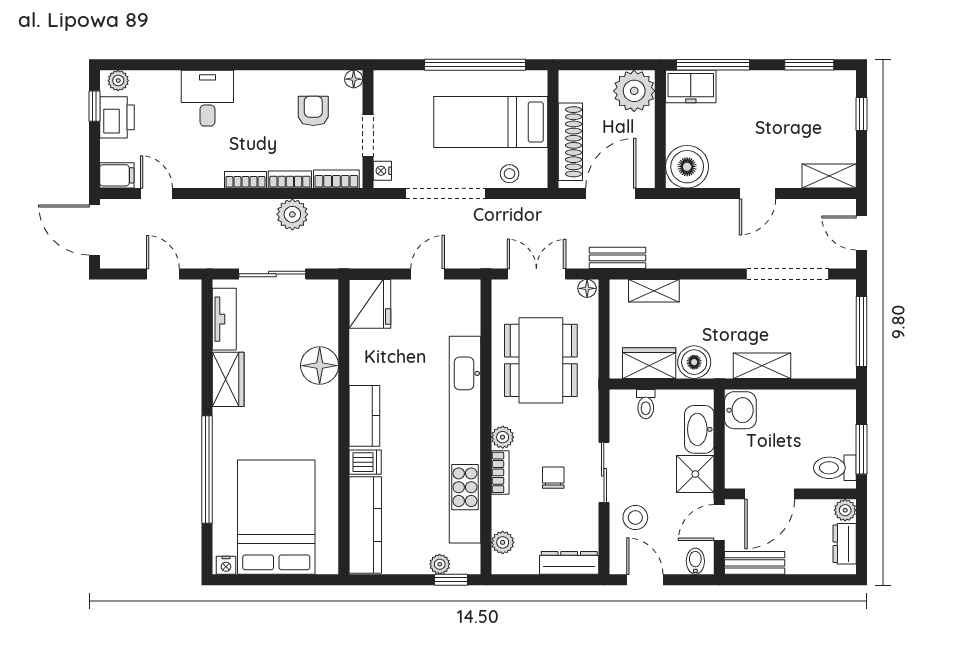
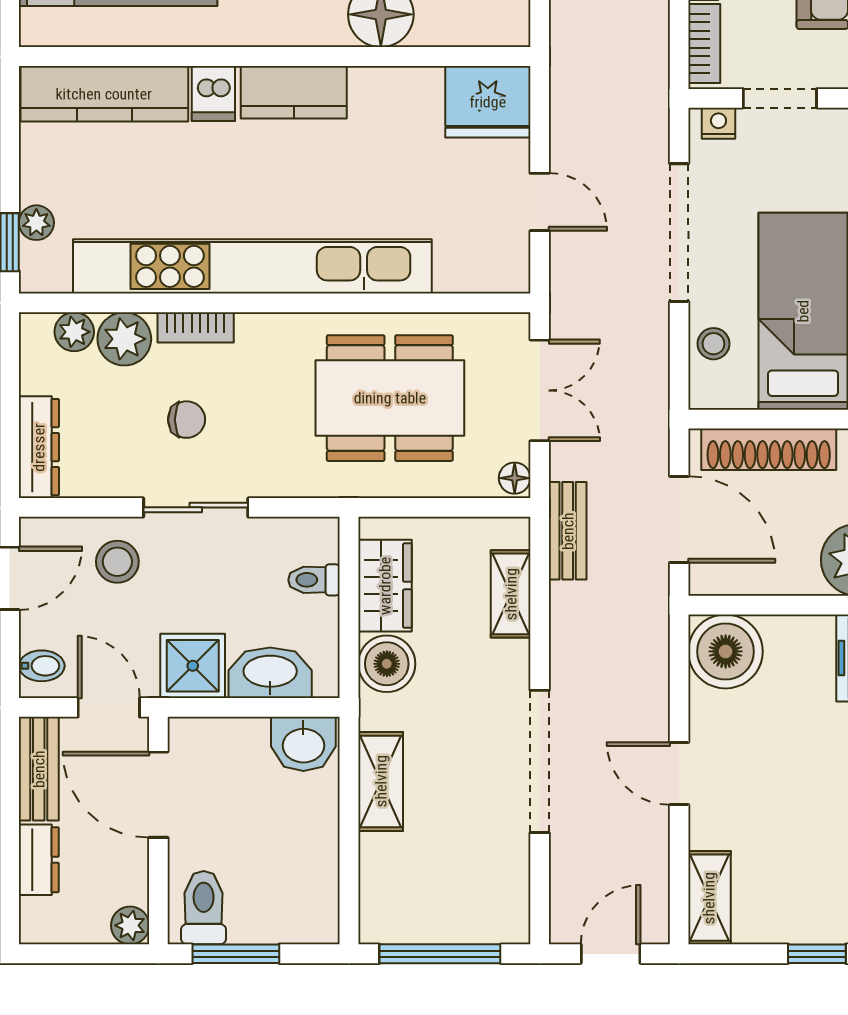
doorway: (787, 274) -> (540, 761), moved
plant: (503, 437) -> (124, 339), moved, width x1.38, depth x1.38
dresser: (845, 544) -> (39, 860), moved, turned 90

